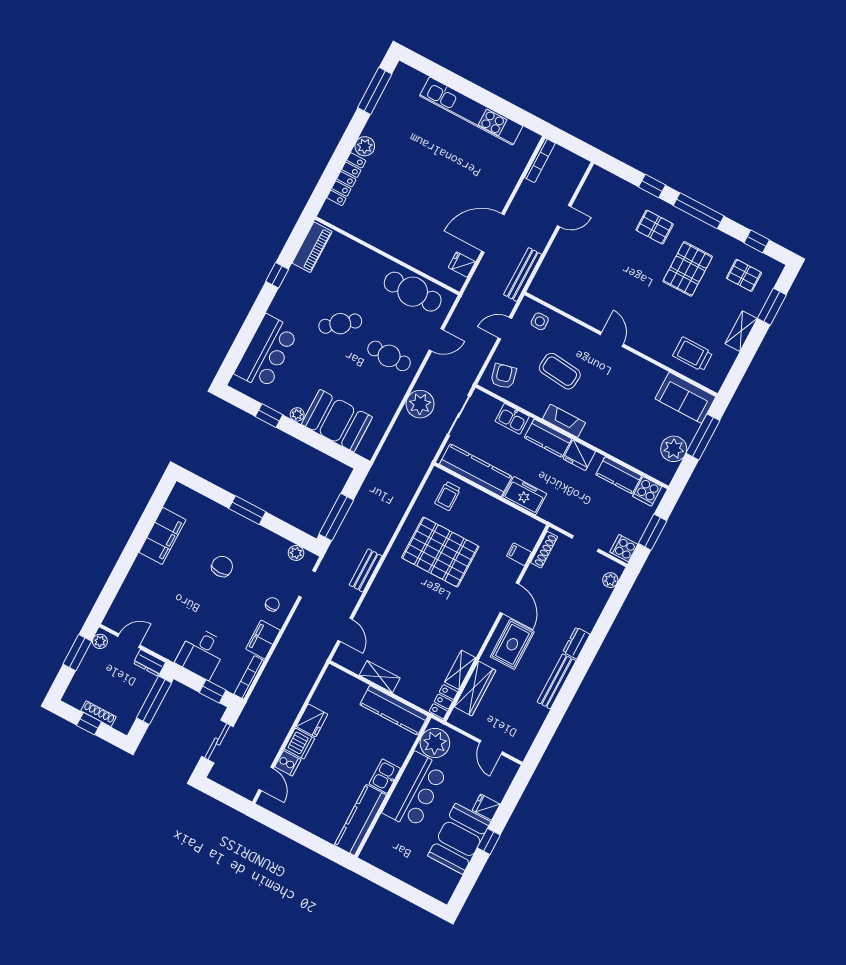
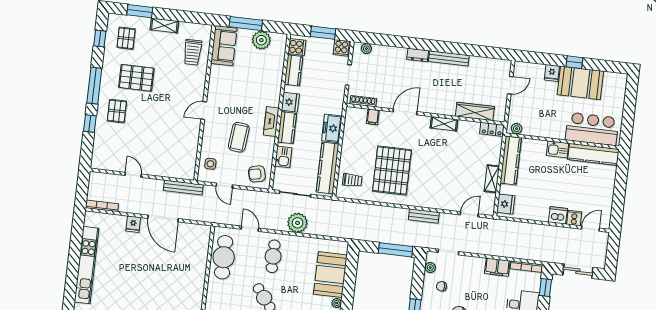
fridge: (462, 265) -> (133, 224), moved
chair: (272, 604) -> (441, 286), moved
rug: (512, 644) -> (435, 98), removed
shelving: (460, 670) -> (444, 124), moved
fridge: (312, 720) -> (506, 204), moved, turned 90
plant: (435, 743) -> (517, 129), width x0.53, depth x0.53
bar counter: (415, 791) -> (592, 129), moved

